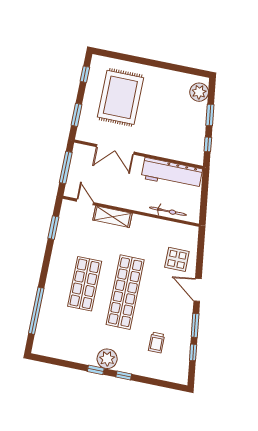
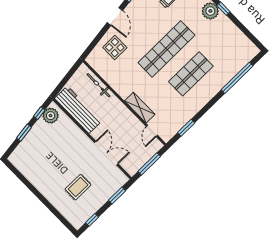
plant: (199, 92) -> (51, 116), moved
rug: (120, 97) -> (78, 187), width x0.54, depth x0.49

